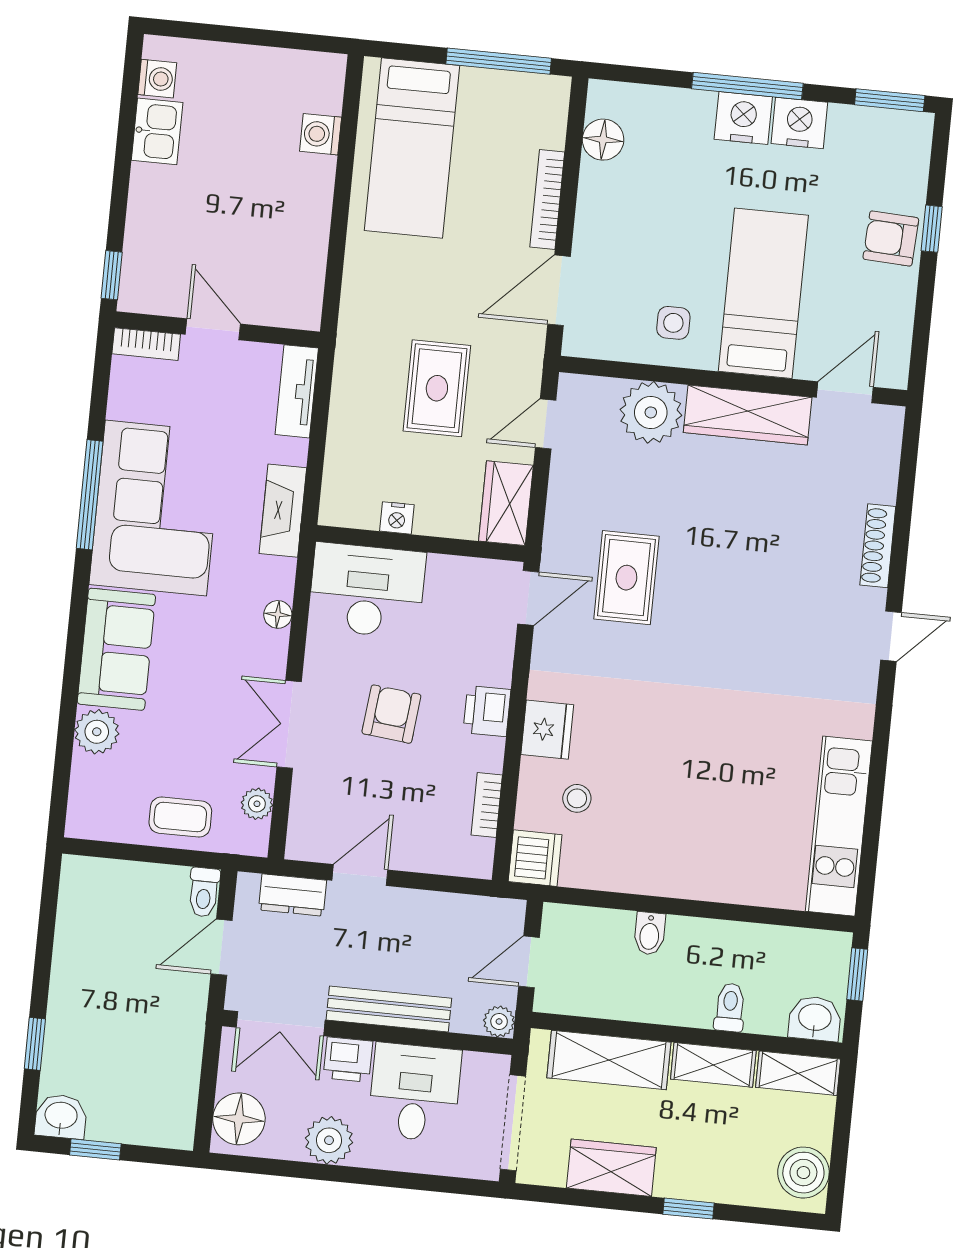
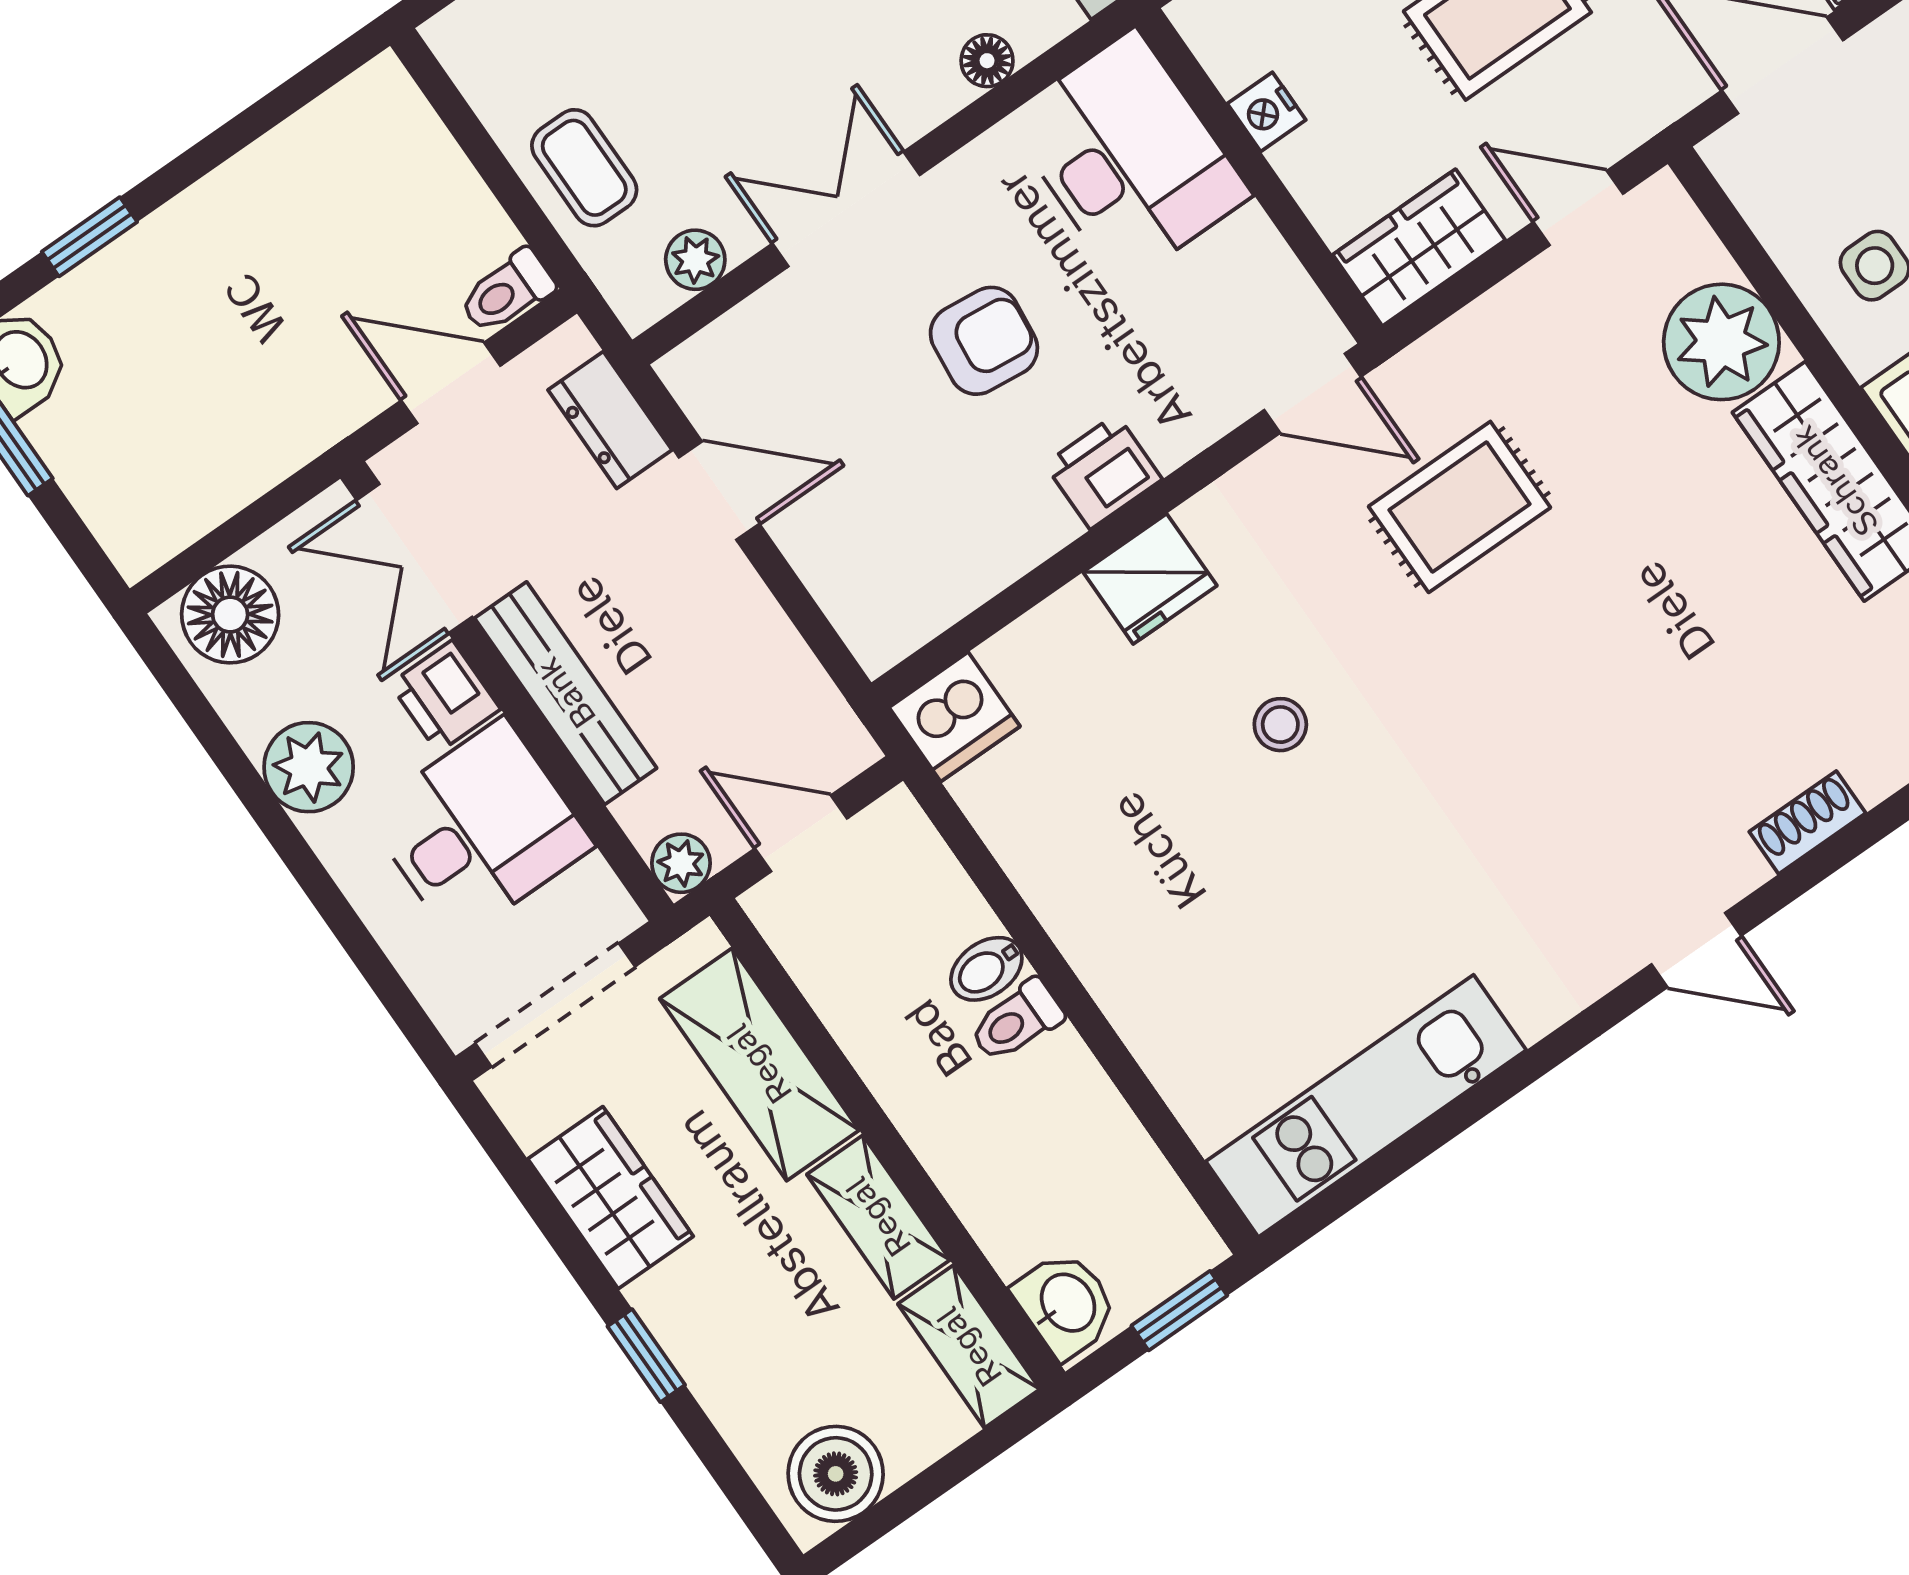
shoe rack: (878, 546) -> (1807, 822), width x0.70
stool: (577, 798) -> (1280, 725), moved
bookcase: (487, 805) -> (971, 584), removed
toilet: (730, 1007) -> (1016, 1021), moved, turned 180

